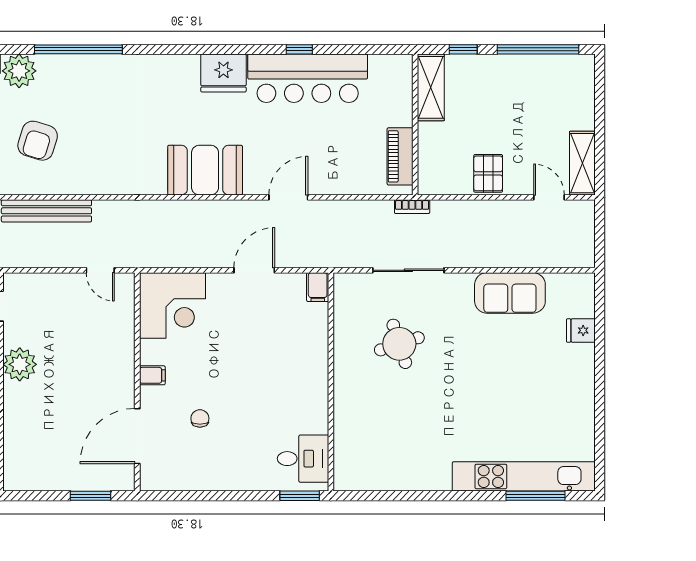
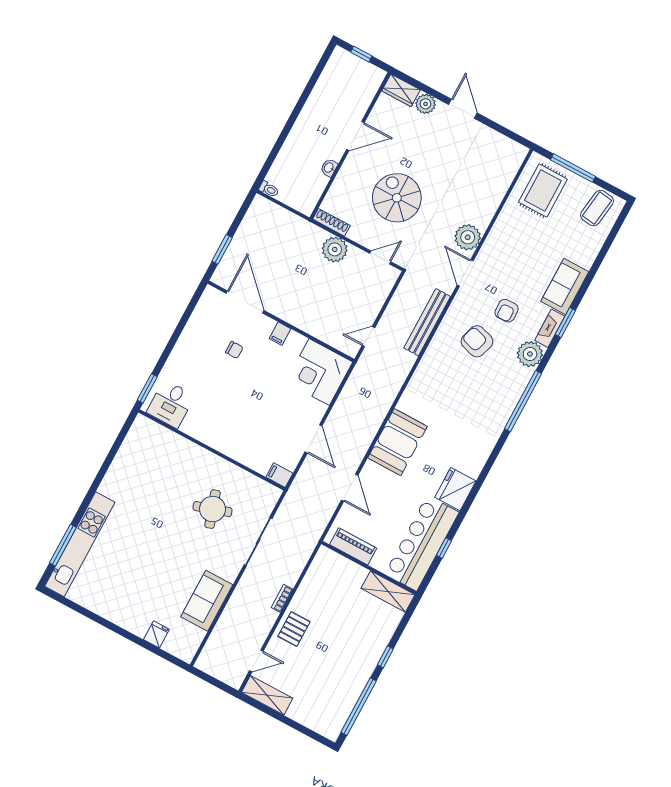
shelving: (431, 87) -> (388, 591), moved
wall: (415, 124) -> (369, 568), moved
piano: (400, 156) -> (353, 546), moved
pallet: (488, 173) -> (294, 629), turned 90
bookcase: (412, 207) -> (282, 598), moved

